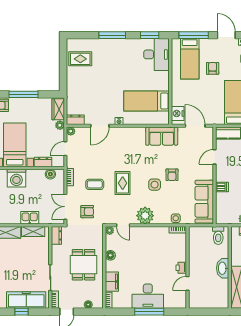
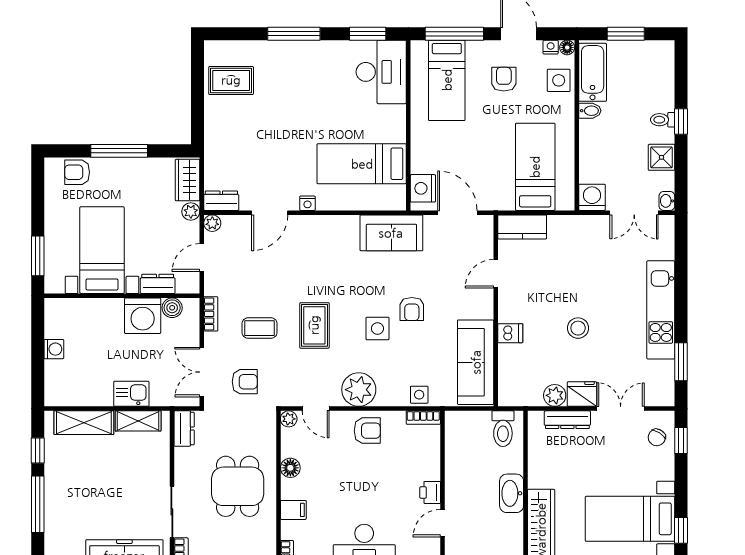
armchair: (213, 68) -> (504, 79), moved
washing machine: (16, 178) -> (143, 316), moved
armchair: (149, 236) -> (367, 431), added
filing cabinet: (112, 282) -> (293, 510), width x0.50

